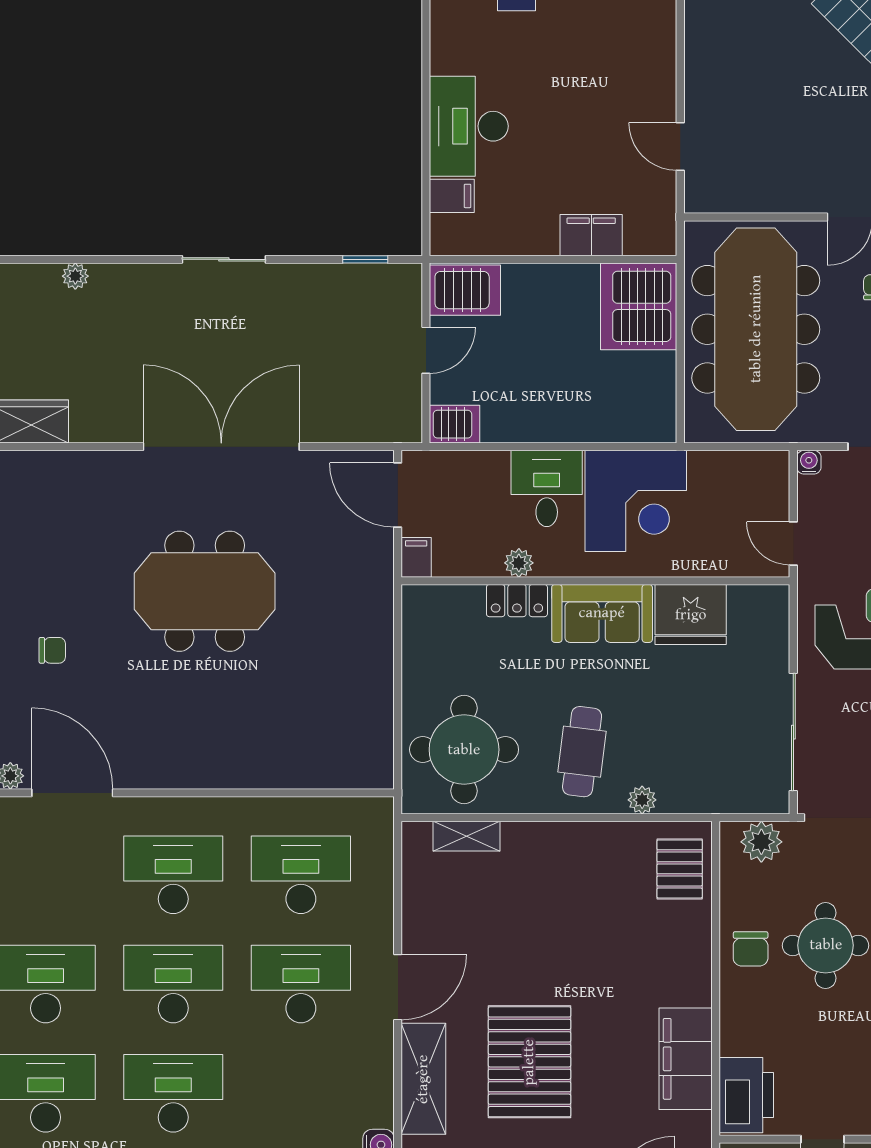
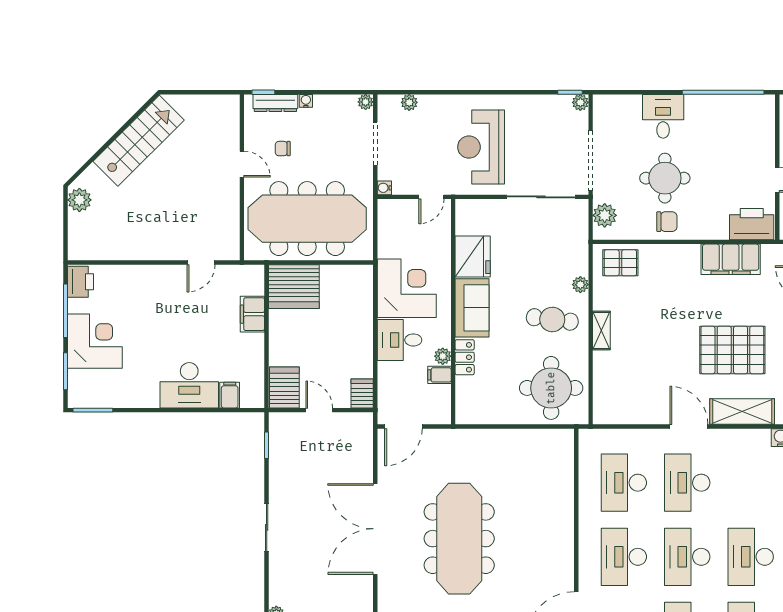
filing cabinet: (416, 557) -> (440, 375), moved
meeting table: (205, 591) -> (459, 539), width x1.36
shelving: (466, 836) -> (601, 331), moved

